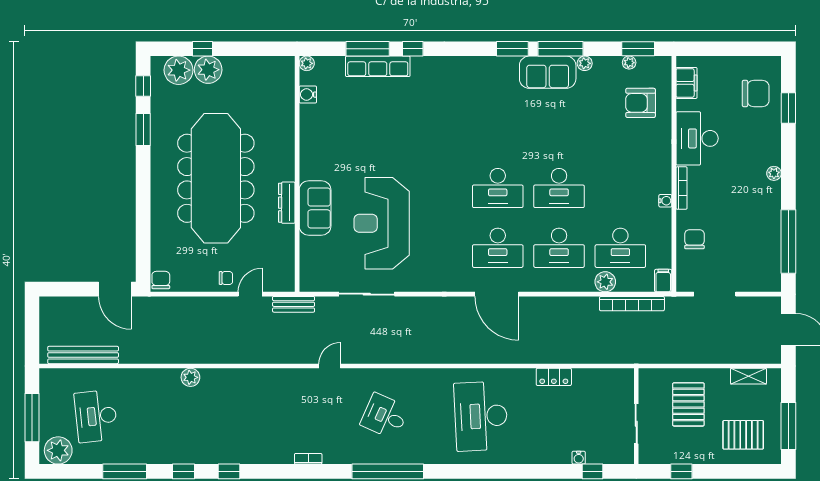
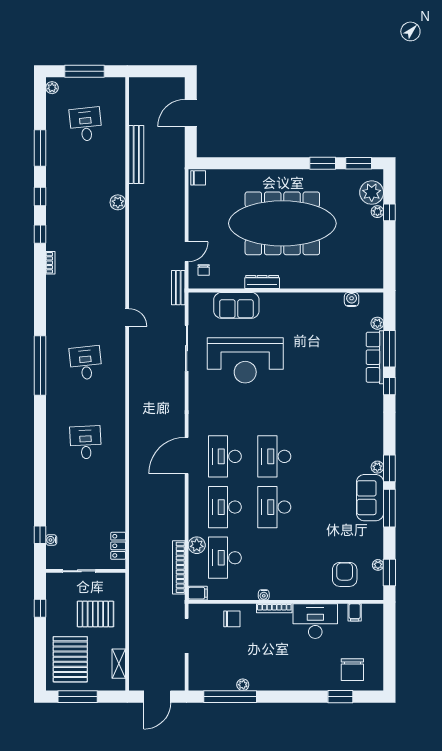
plant: (307, 63) -> (377, 323), moved
plant: (585, 63) -> (377, 467), moved
plant: (208, 70) -> (377, 212), width x0.53, depth x0.53
filing cabinet: (686, 83) -> (355, 612), width x0.50
window: (143, 86) -> (359, 163), width x1.50
plant: (774, 173) -> (243, 685), moved
sofa: (315, 208) -> (236, 305), moved
reception desk: (382, 223) -> (245, 360), turned 180
chair: (226, 278) -> (204, 270), moved
door: (115, 289) -> (191, 113), moved
door: (250, 294) -> (187, 252), hinge flipped
bench: (83, 355) -> (136, 155), moved
locker: (554, 377) -> (118, 546), moved
desk: (96, 416) -> (86, 124), width x0.73
desk: (385, 416) -> (86, 363), turned -30
desk: (481, 416) -> (86, 442), width x0.53, depth x0.77
pallet: (743, 435) -> (70, 659), width x1.37, depth x1.41
plant: (58, 450) -> (52, 88), width x0.53, depth x0.53
water cooler: (579, 458) -> (51, 540), moved
bookcase: (308, 459) -> (50, 263), moved

